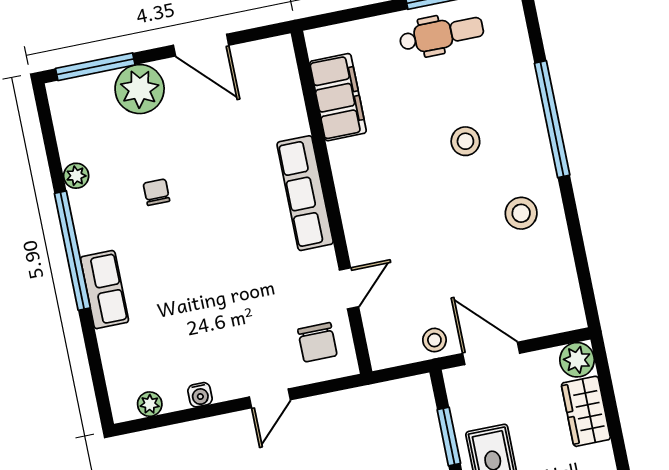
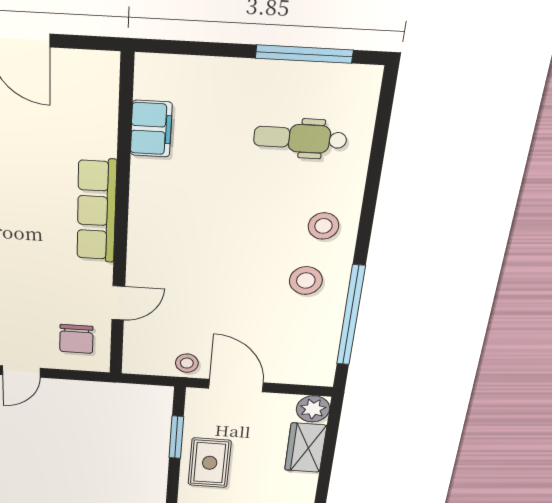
dental chair: (441, 34) -> (300, 138), moved, turned 180
filing cabinet: (338, 97) -> (151, 129), width x0.67, depth x0.86
window: (552, 119) -> (351, 316), moved
stool: (465, 141) -> (323, 226), moved

